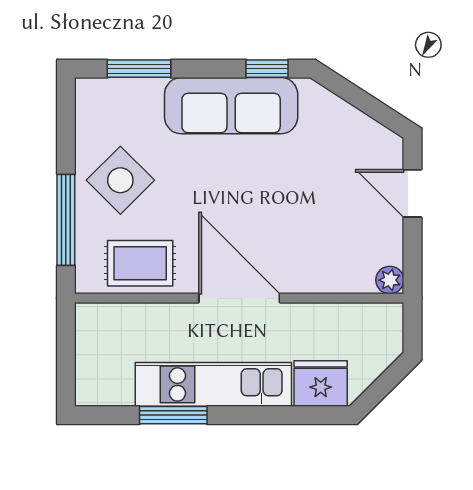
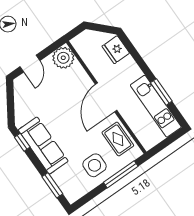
side table: (120, 180) -> (95, 165), turned 45
plant: (390, 280) -> (63, 58), width x1.88, depth x1.88
kitchen unit: (213, 384) -> (156, 106), moved

